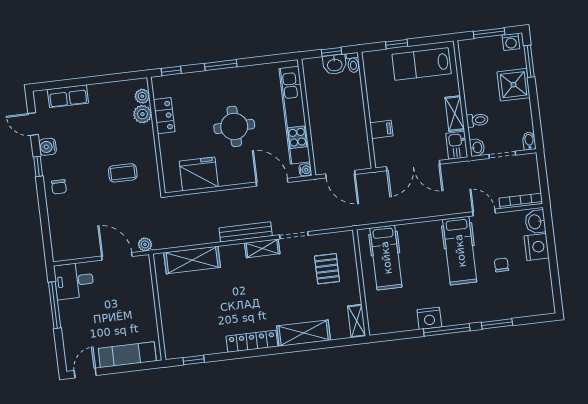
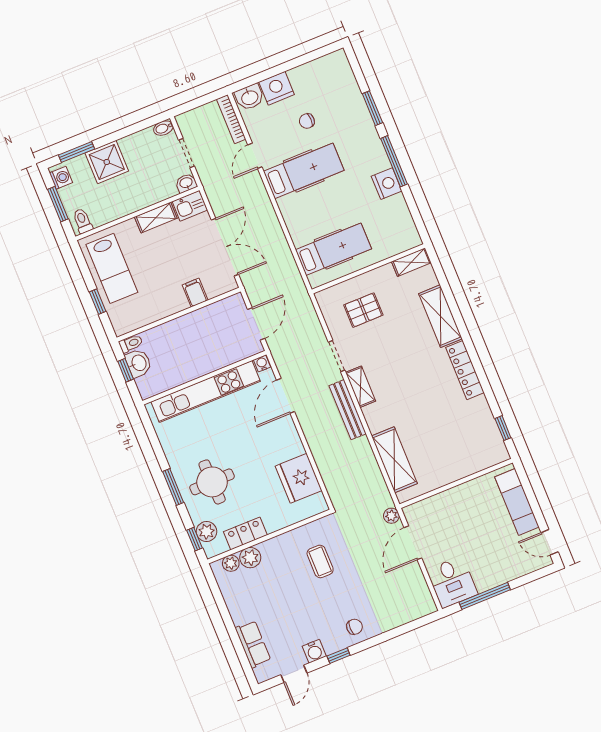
plant: (175, 83) -> (207, 532), added
toilet: (477, 120) -> (83, 221), moved
round table: (234, 126) -> (212, 482), moved

